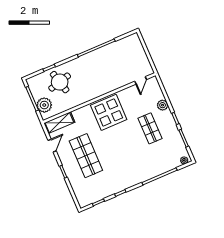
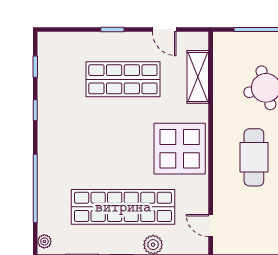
cafe table: (97, 73) -> (254, 157), added
plant: (44, 105) -> (238, 45), removed
shelving: (59, 123) -> (198, 77), moved
shop shelf: (150, 128) -> (123, 207), width x2.00, depth x1.36

